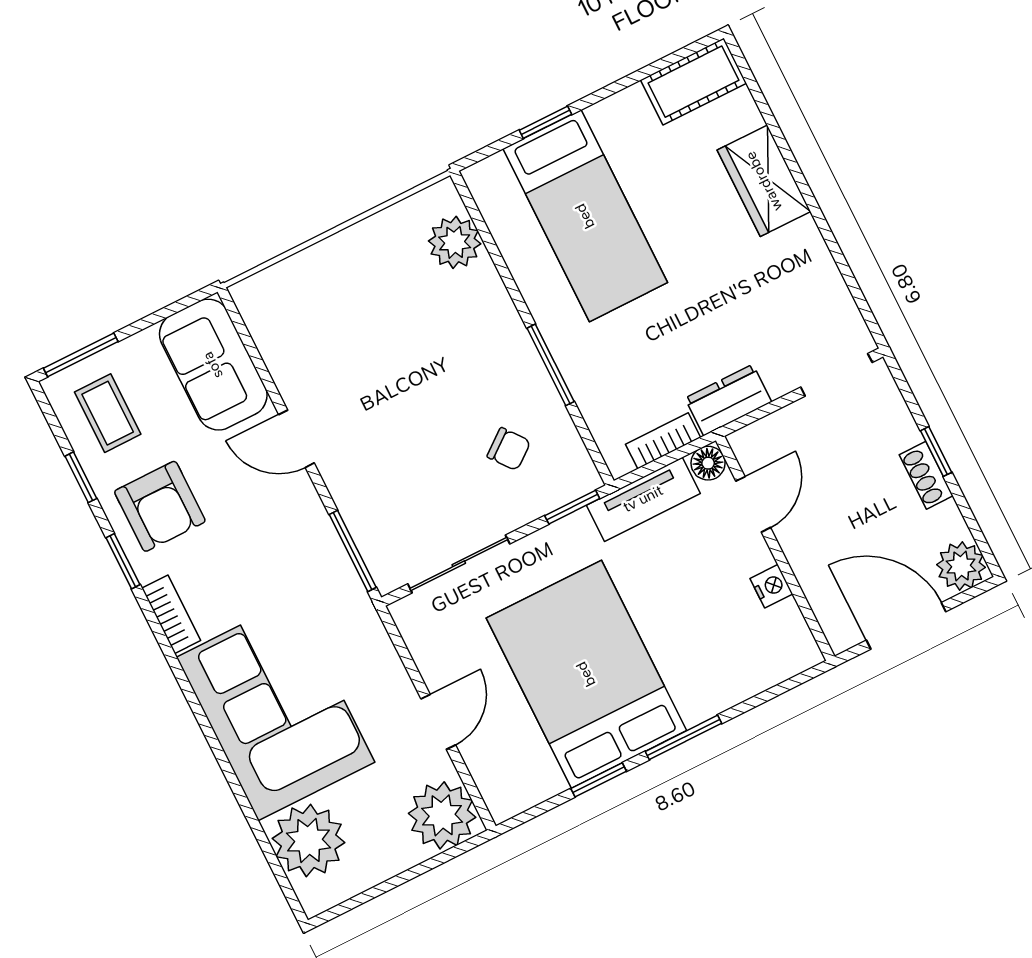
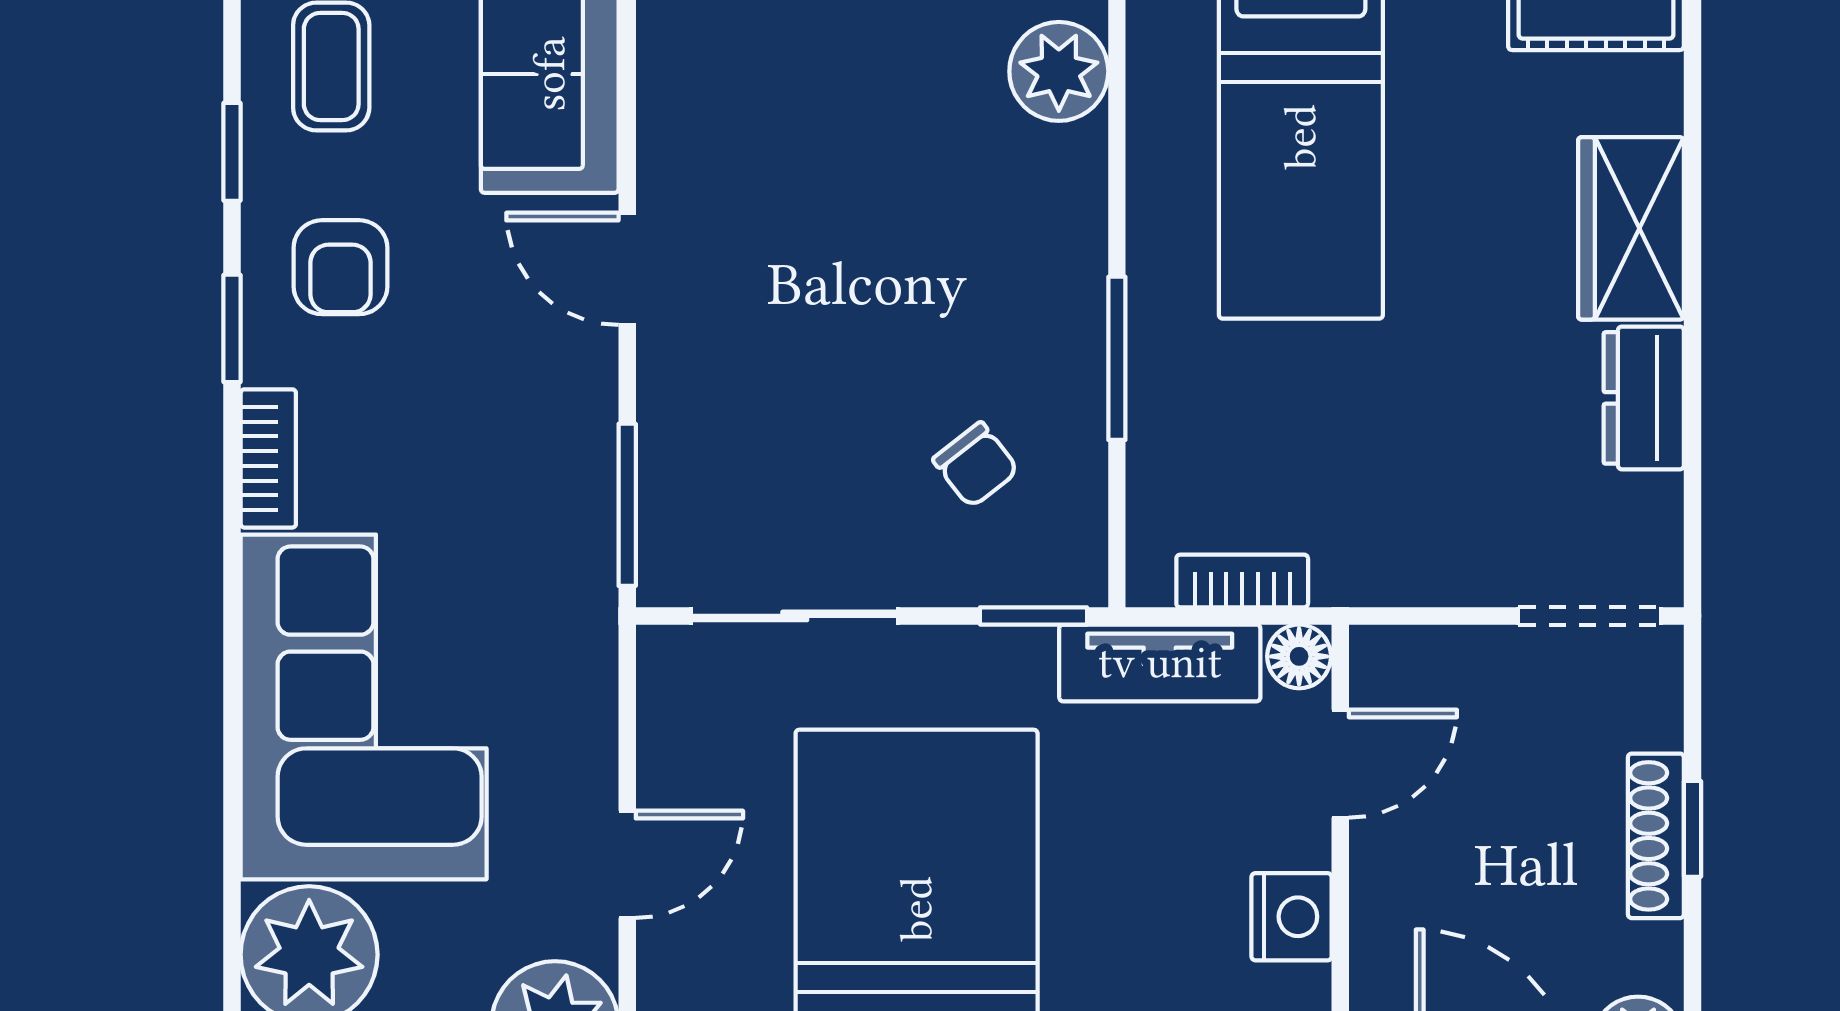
dresser: (728, 400) -> (1644, 398), moved, turned -90
shoe rack: (926, 475) -> (1656, 836), width x1.43
armchair: (160, 506) -> (340, 267), width x0.72, depth x0.72
nightstand: (771, 586) -> (1292, 917), width x1.39, depth x1.35

